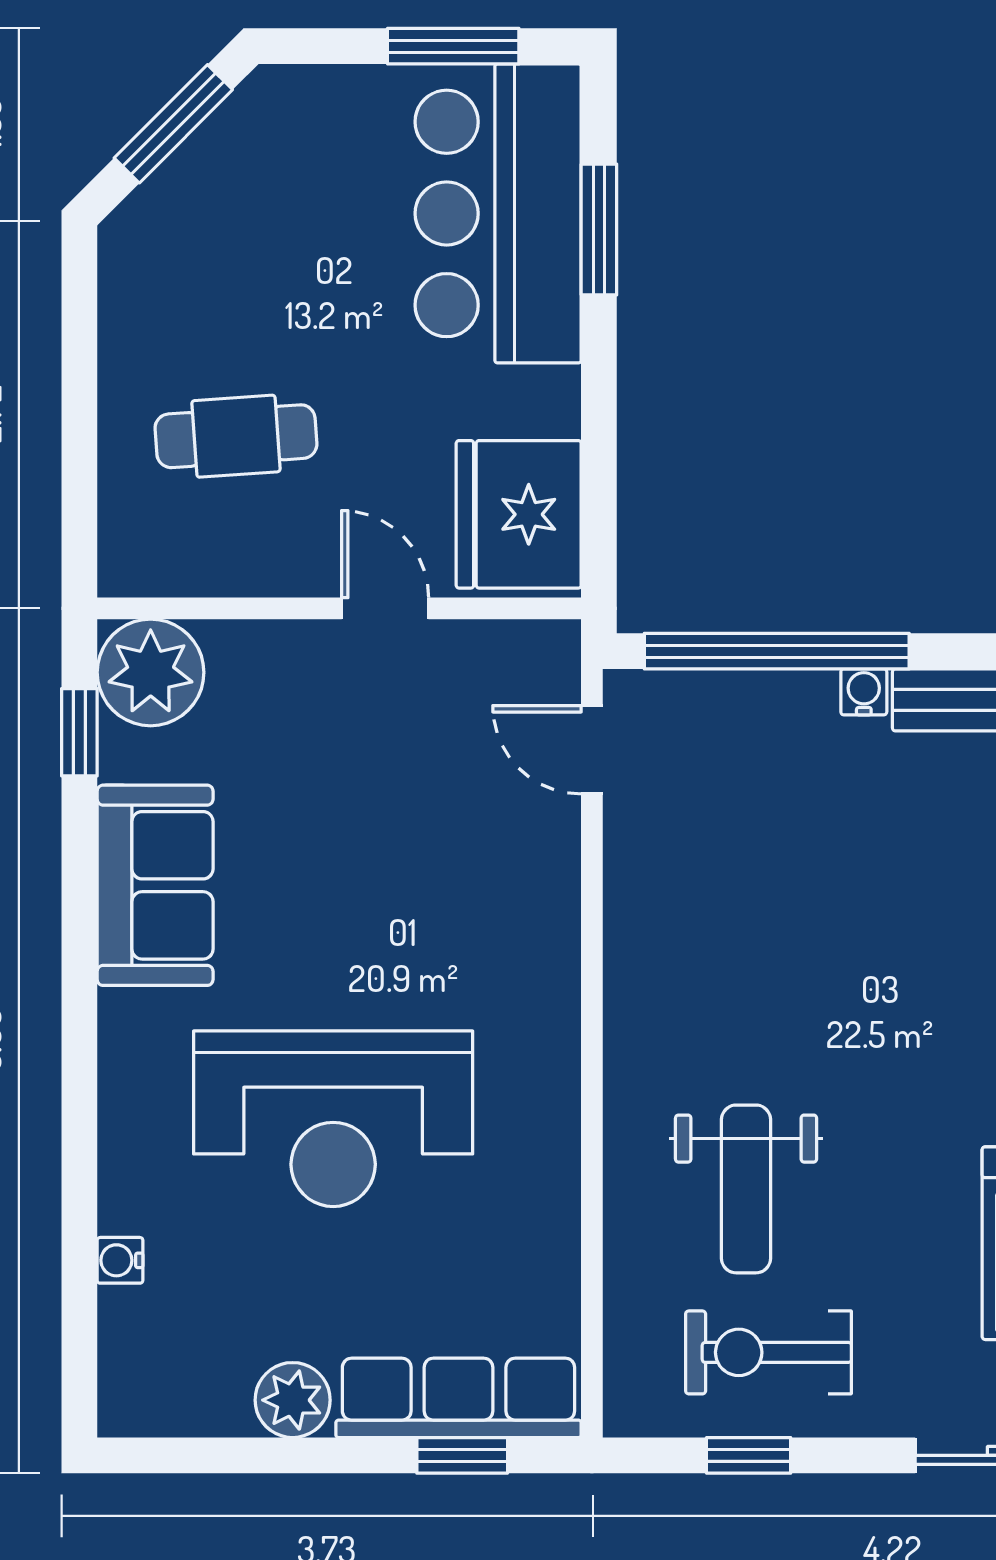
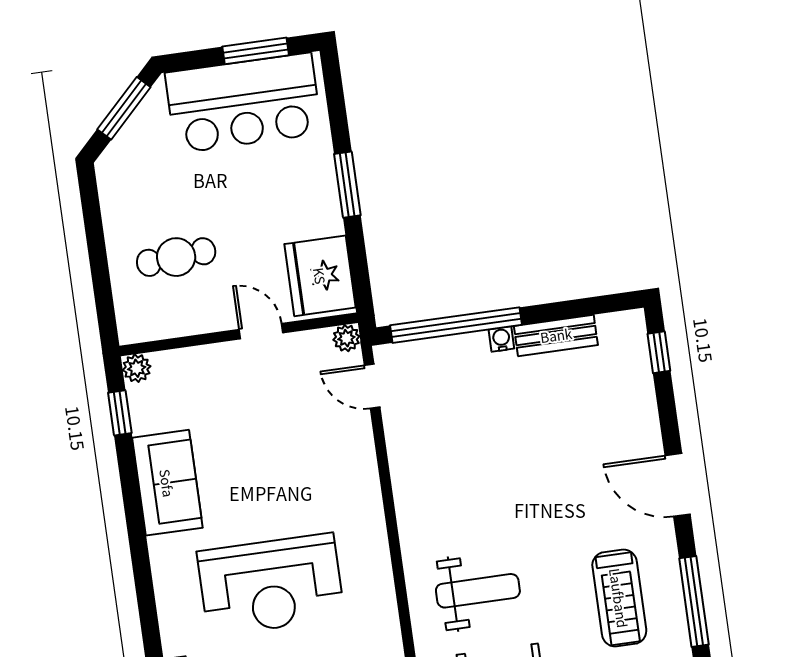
bar counter: (498, 213) -> (243, 103), moved, turned -90
window: (599, 229) -> (347, 185), moved
plant: (554, 646) -> (346, 338), added
plant: (151, 672) -> (137, 368), width x0.53, depth x0.53
weight bench: (746, 1189) -> (478, 591), turned -90

